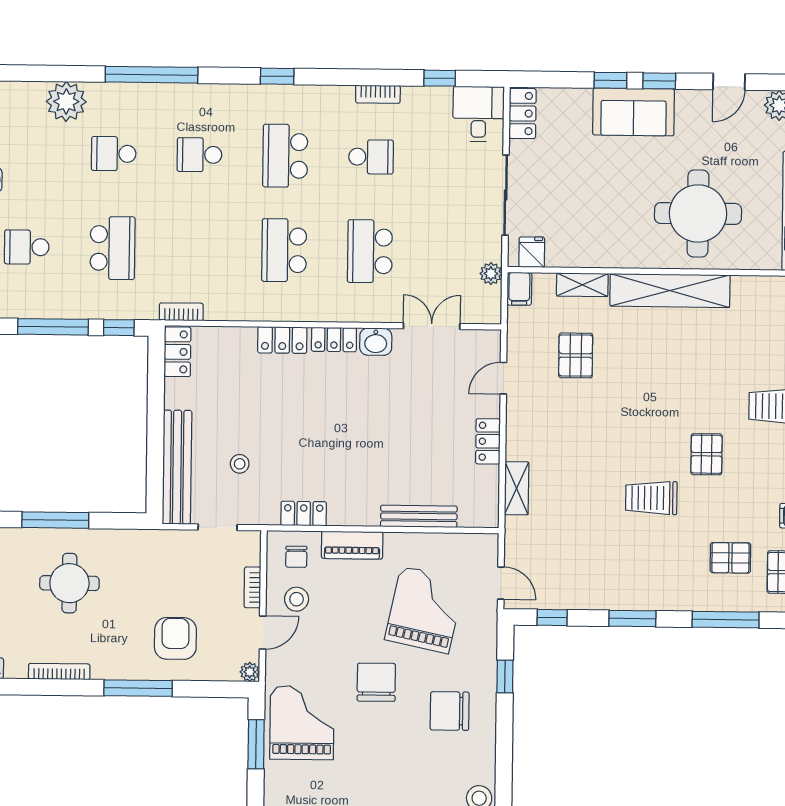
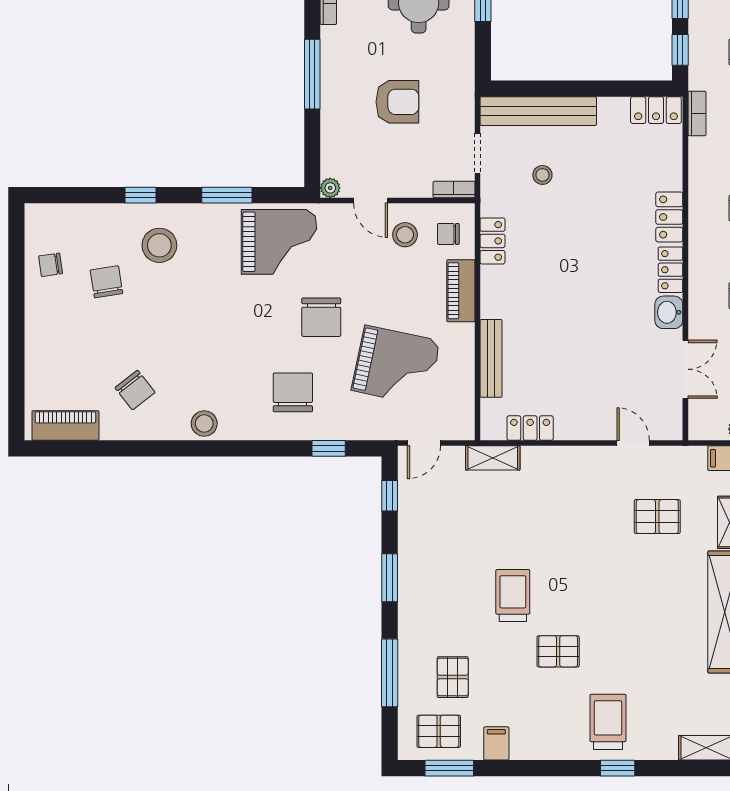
locker: (488, 441) -> (530, 428), moved
shelving: (517, 488) -> (493, 458), moved
bookcase: (252, 587) -> (454, 190), moved
armchair: (175, 638) -> (397, 102), moved
chair: (376, 682) -> (321, 317), turned 90
window: (256, 744) -> (227, 195), moved

